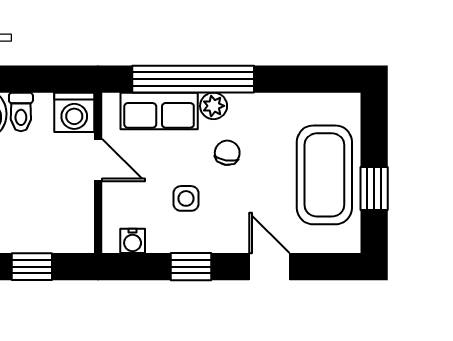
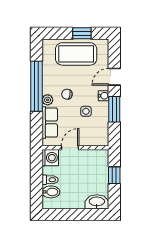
window: (193, 79) -> (36, 86), moved
water cooler: (133, 241) -> (104, 96), moved
window: (191, 267) -> (114, 109), width x1.50

